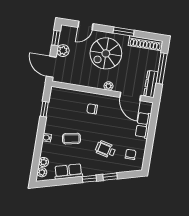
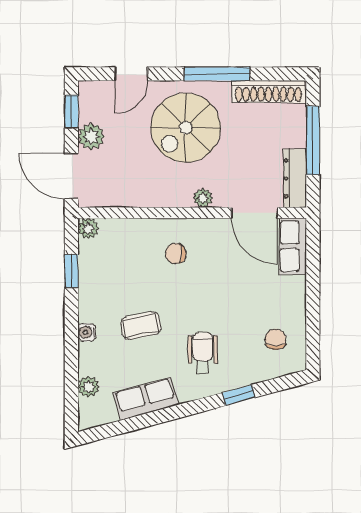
window: (124, 32) -> (217, 74), width x1.44
row of seats: (143, 125) -> (293, 246), moved
wheelchair: (105, 149) -> (203, 353), moved, turned 77
plant: (42, 172) -> (88, 228), moved
window: (89, 179) -> (194, 407), removed

